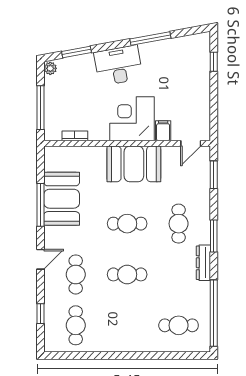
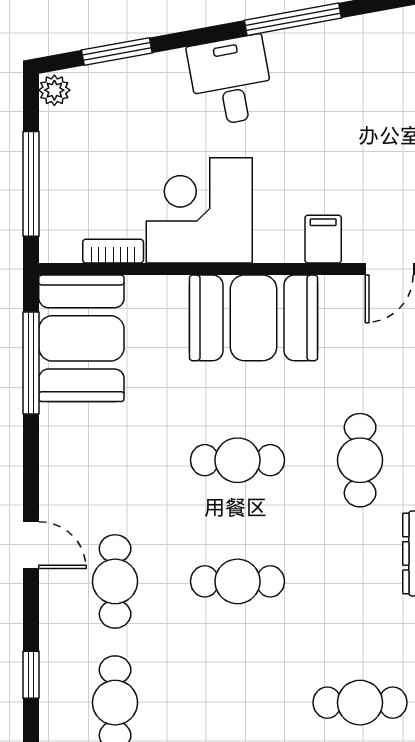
desk: (118, 65) -> (231, 81), width x0.73
corner desk: (132, 119) -> (199, 210), moved
booth: (62, 199) -> (81, 338), moved
window: (40, 205) -> (31, 363), moved
door: (40, 259) -> (31, 545), hinge flipped

